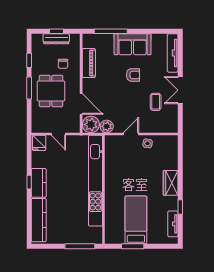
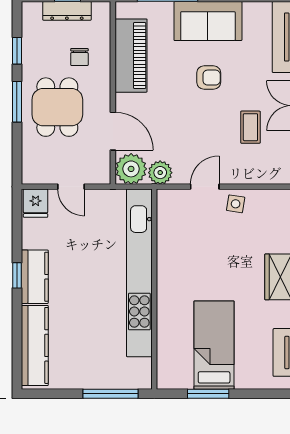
piano: (89, 63) -> (131, 56), width x1.37, depth x1.33

